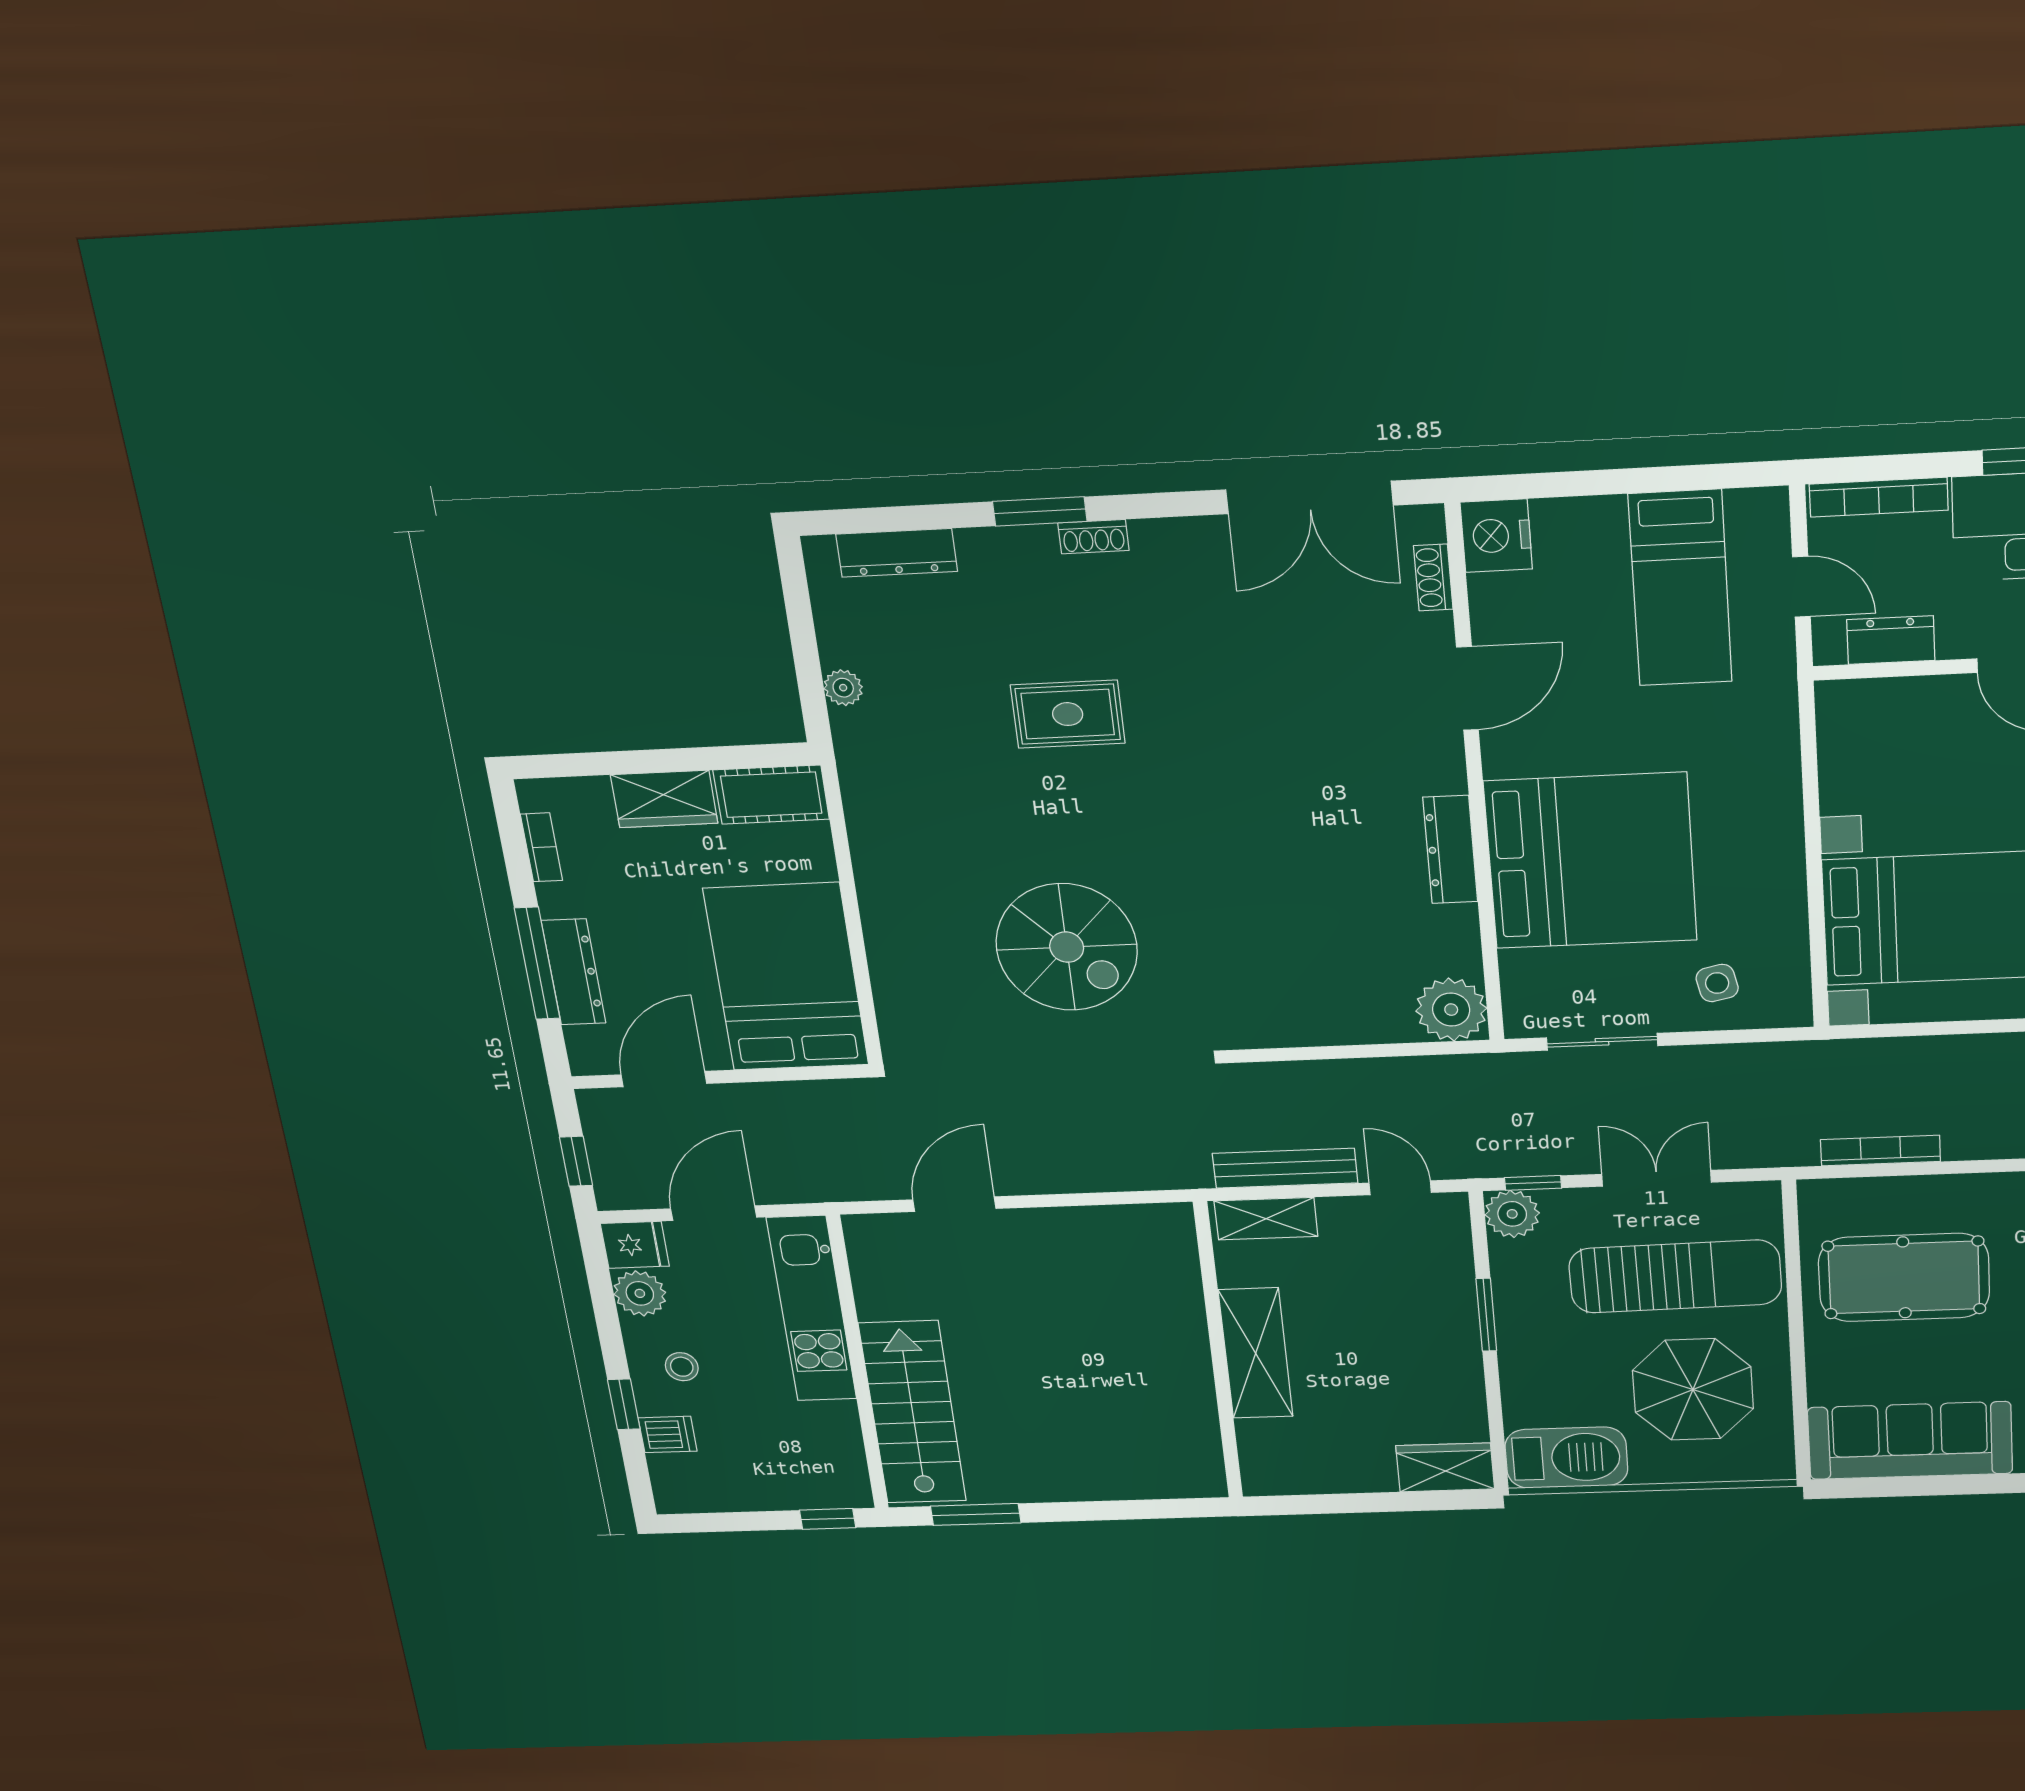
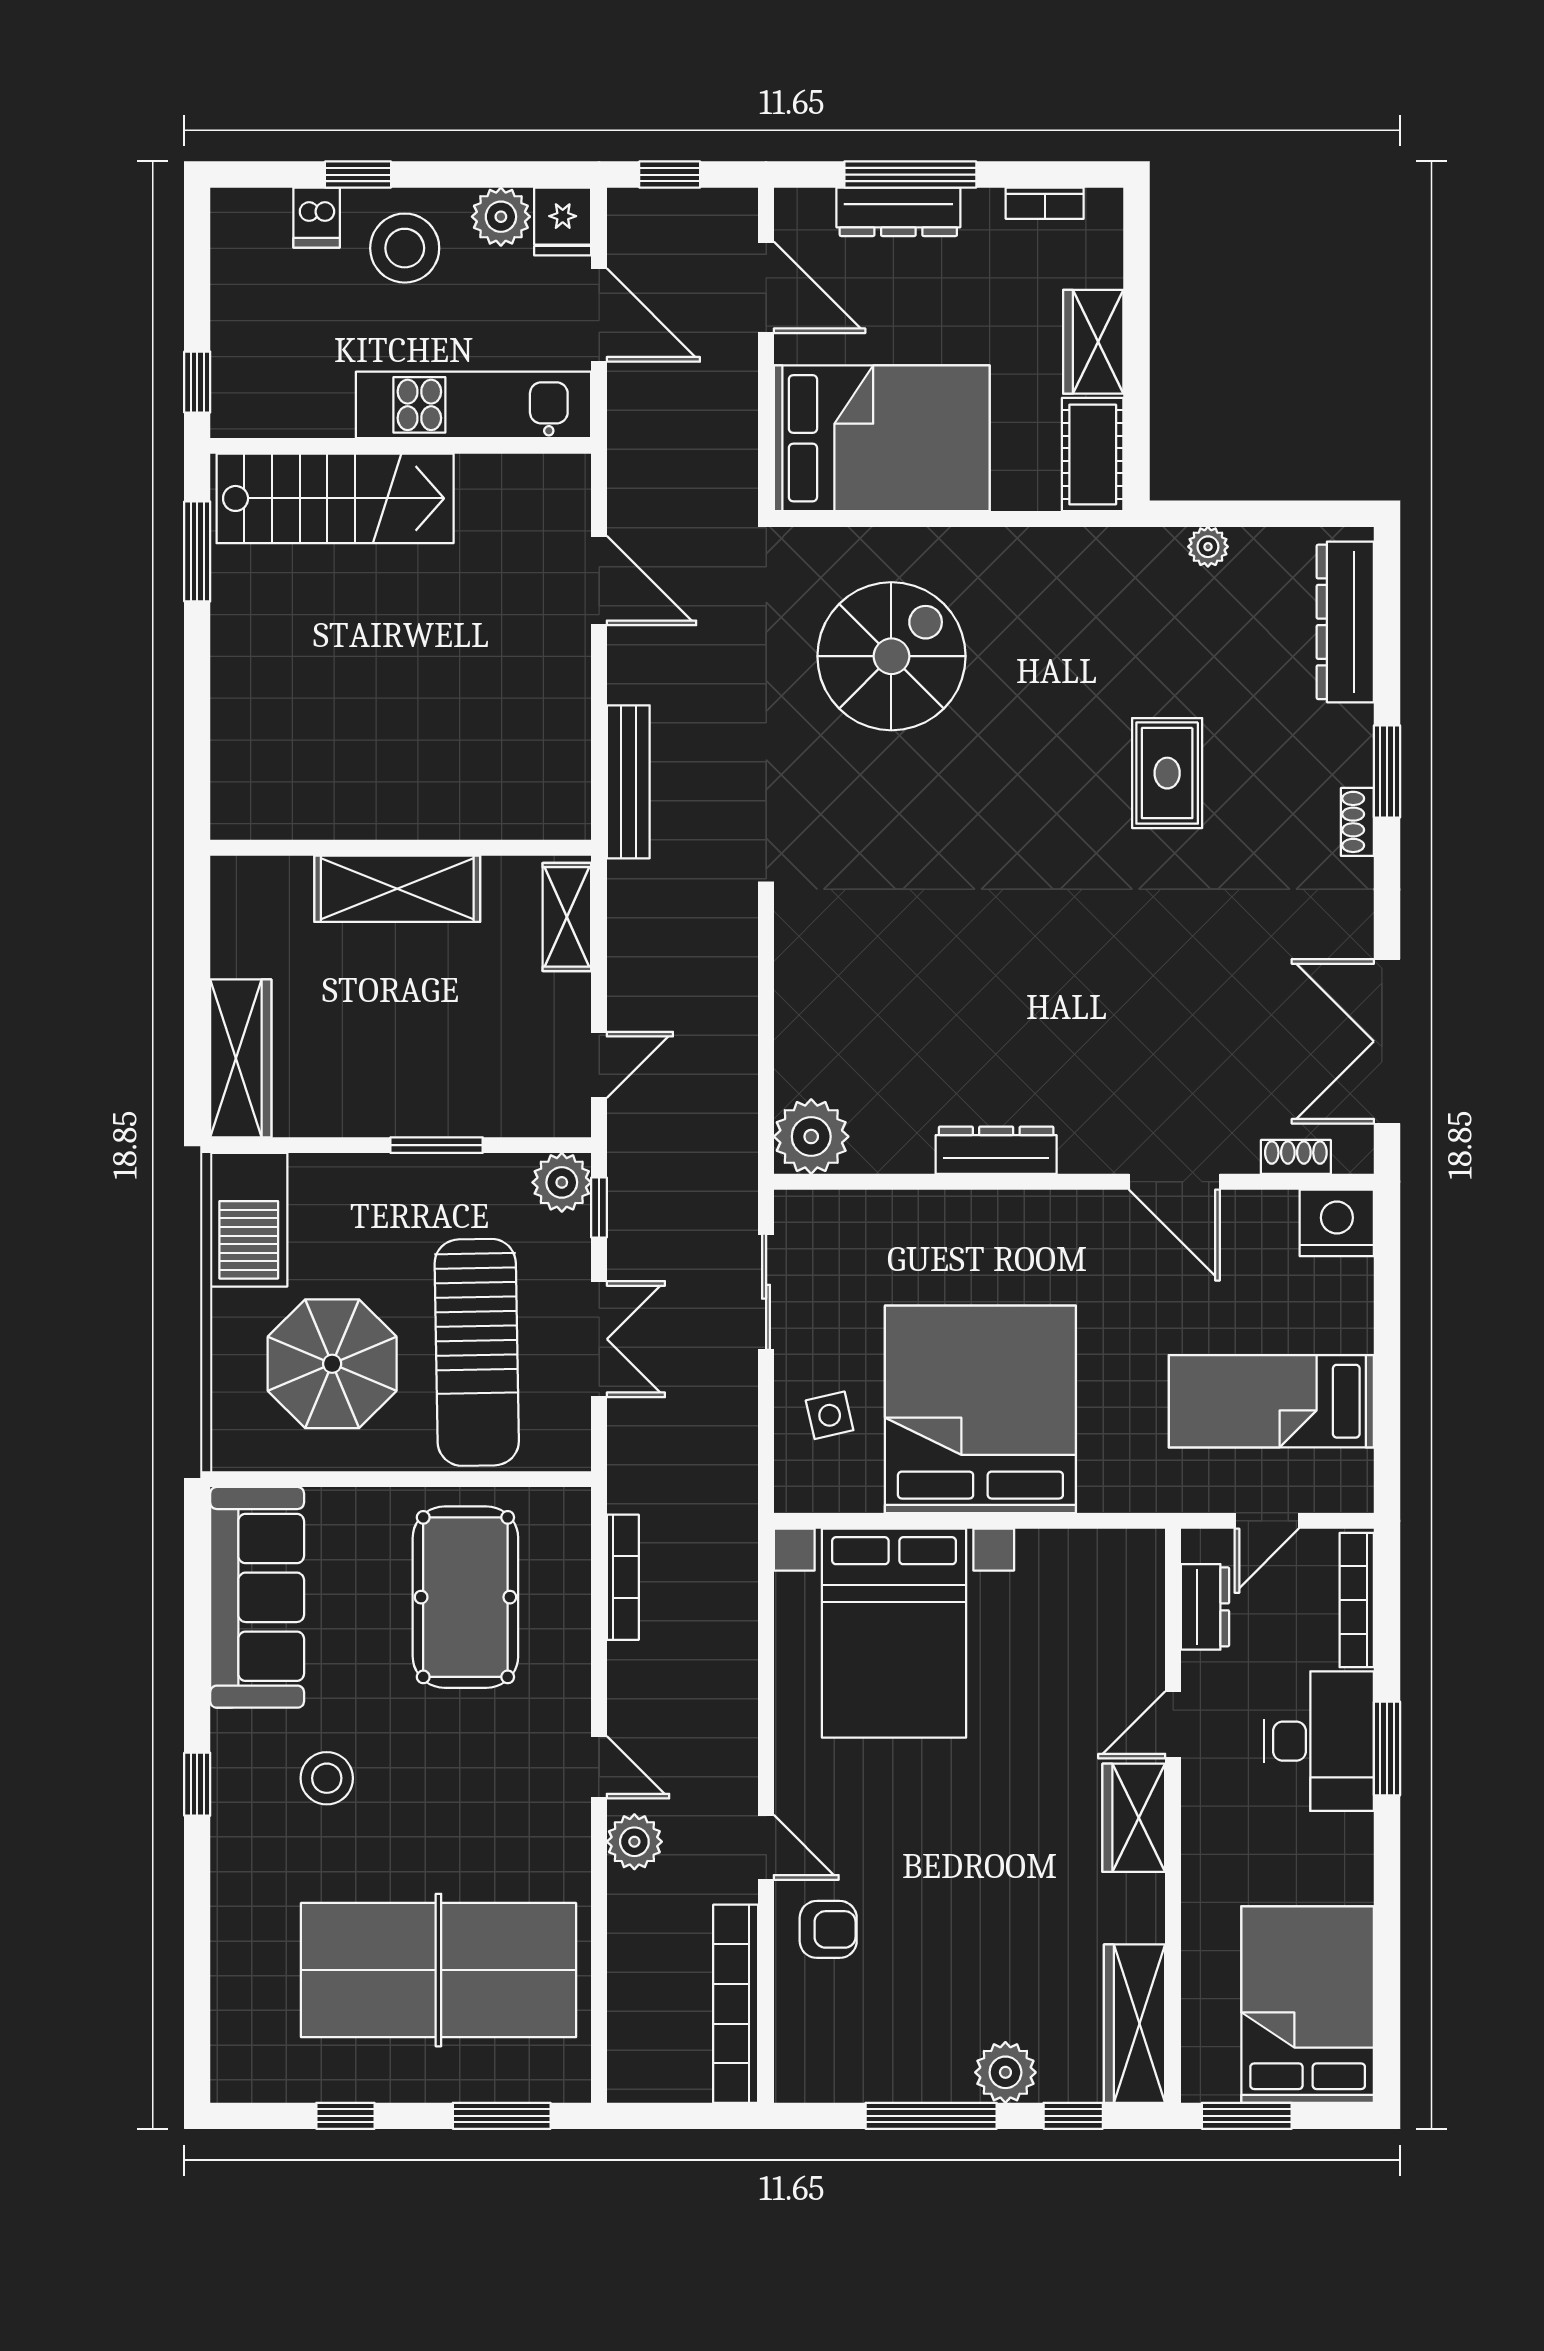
dresser: (897, 553) -> (1345, 622), width x1.37, depth x1.24
bed: (1591, 861) -> (980, 1409), moved, turned 180
spiral stairs: (1067, 947) -> (891, 656), moved, turned 180
bench: (1285, 1168) -> (628, 782), moved
stool: (682, 1367) -> (405, 248), width x1.89, depth x1.89
wardrobe: (1445, 1467) -> (241, 1058), width x1.50

